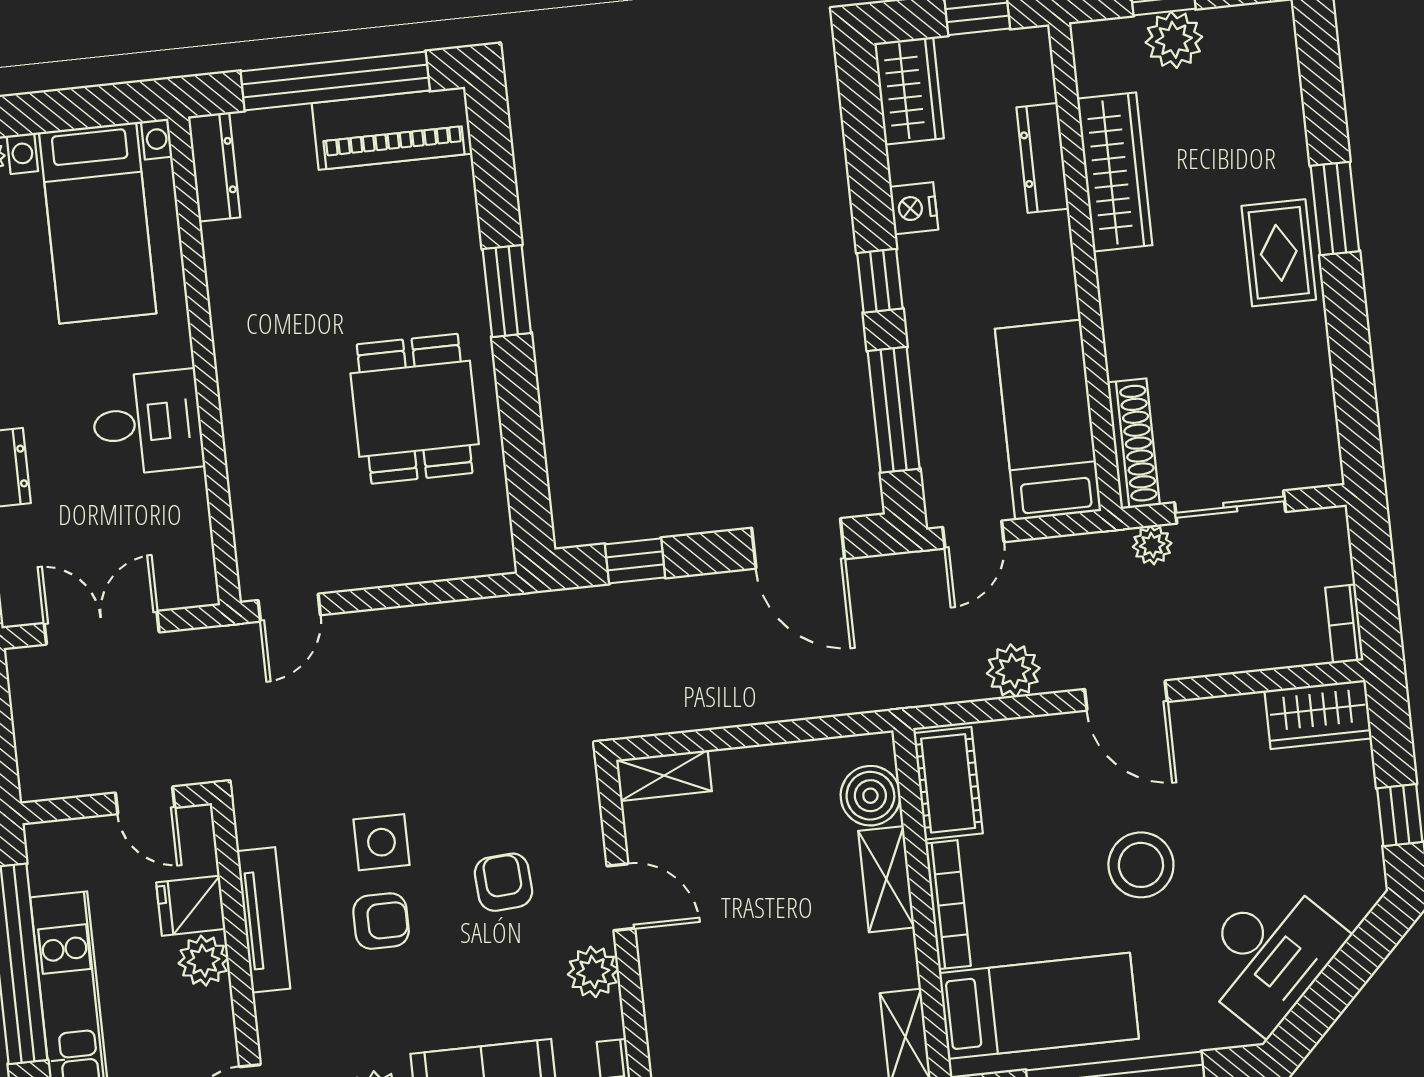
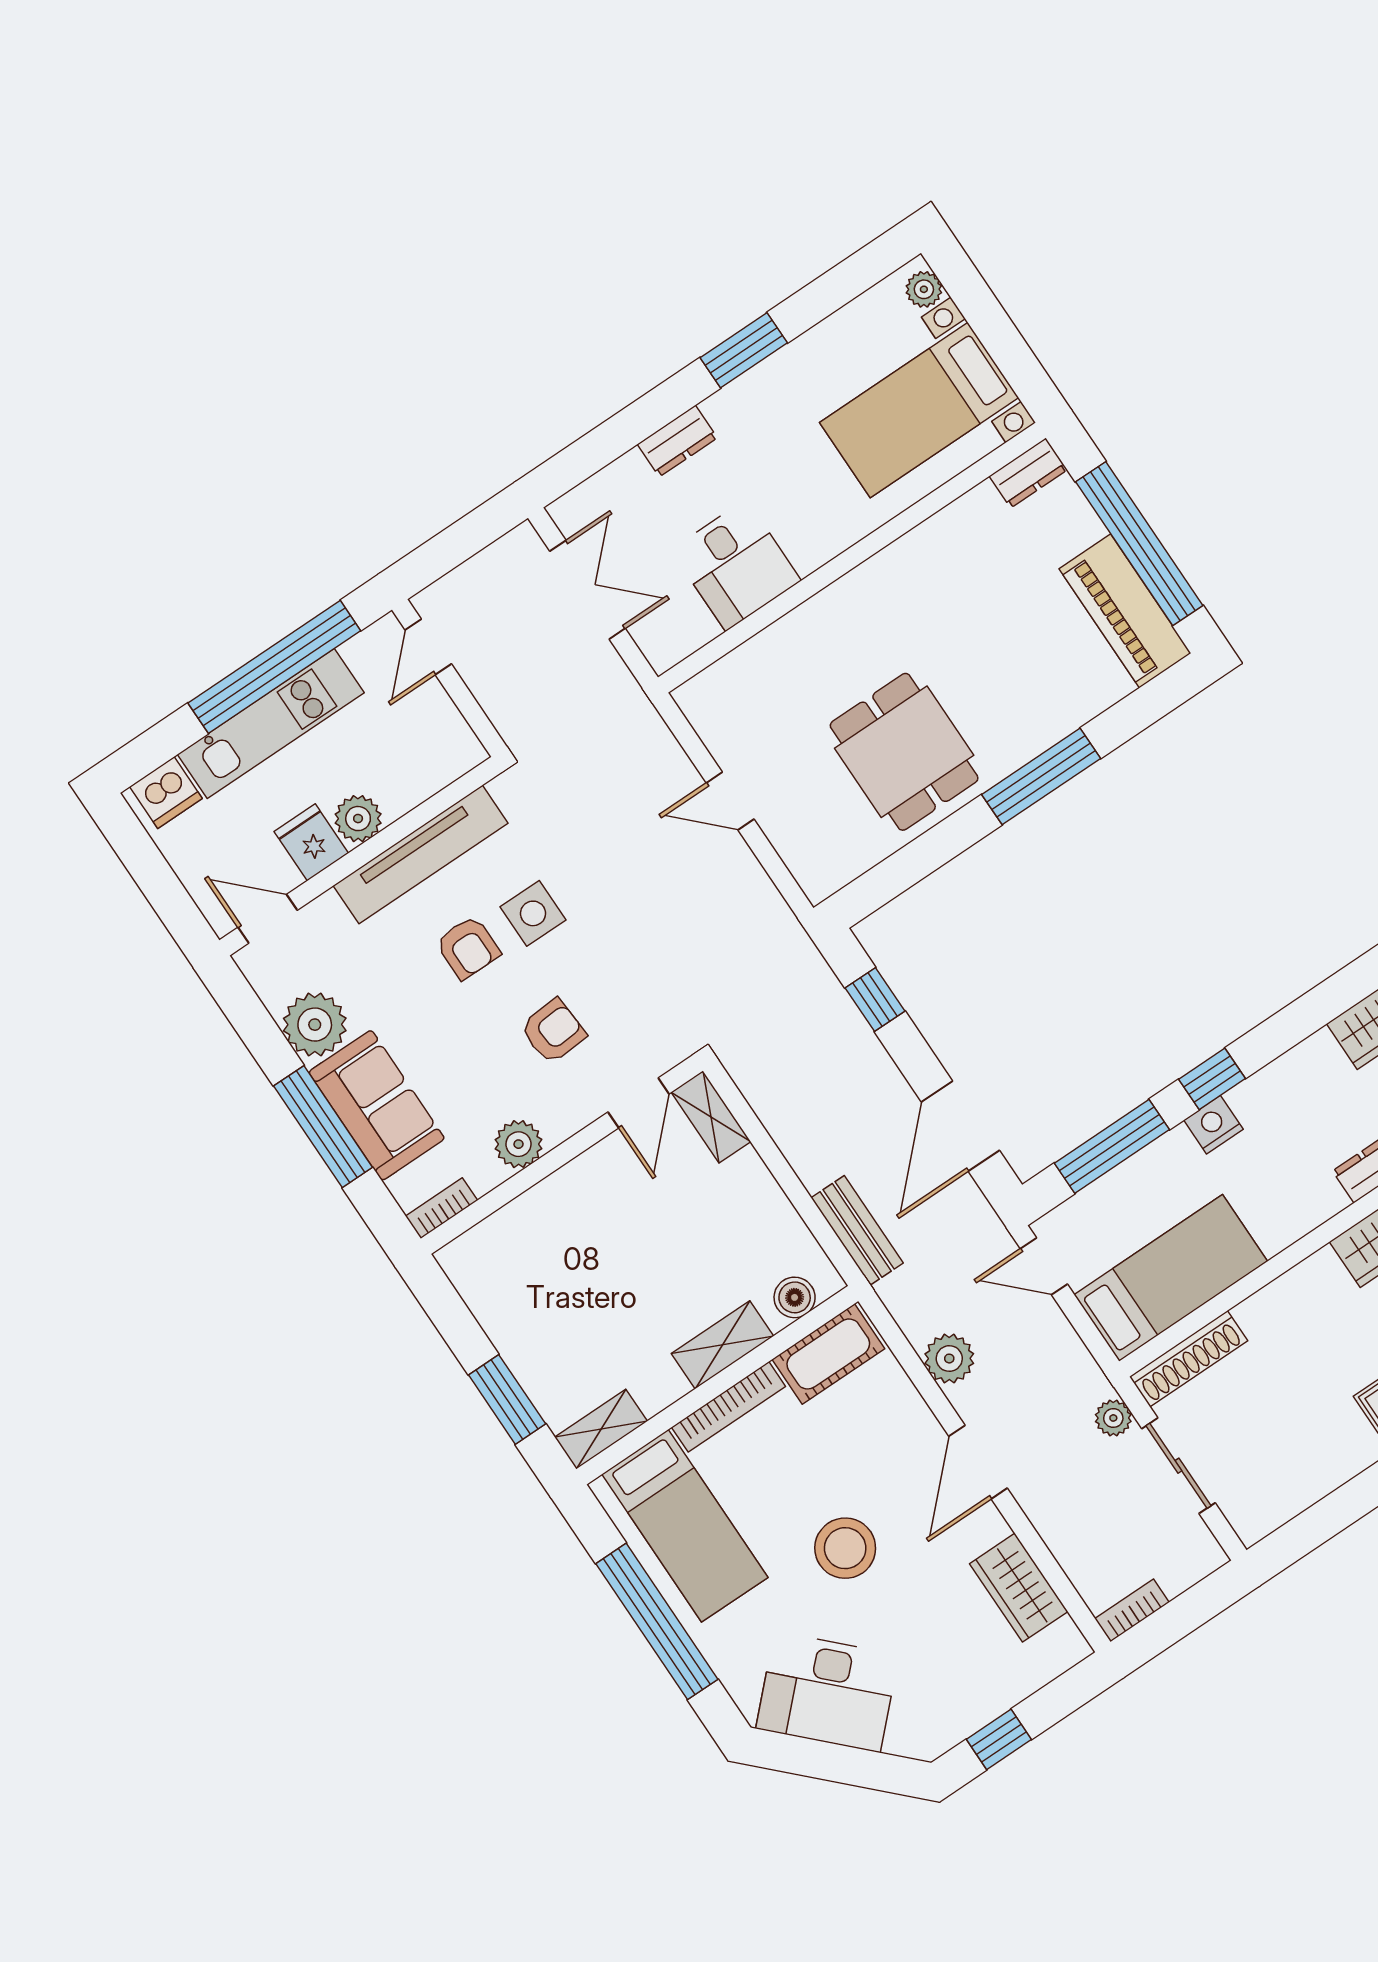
dresser: (214, 167) -> (1028, 473), width x0.70
nightstand: (914, 208) -> (1213, 1125), moved
window: (507, 291) -> (1041, 776), width x1.44
dining table: (415, 409) -> (904, 752), turned 90
desk: (147, 423) -> (736, 565), moved
door: (289, 608) -> (730, 801), moved
bench: (845, 694) -> (857, 1230), added
wardrobe: (1318, 714) -> (1019, 1588), moved
boiler: (870, 796) -> (795, 1297), width x0.73, depth x0.73
door: (145, 800) -> (428, 647), moved
door: (621, 897) -> (639, 1103), moved
fridge: (191, 906) -> (311, 842), moved
tv unit: (264, 920) -> (421, 854), width x1.36, depth x1.29

